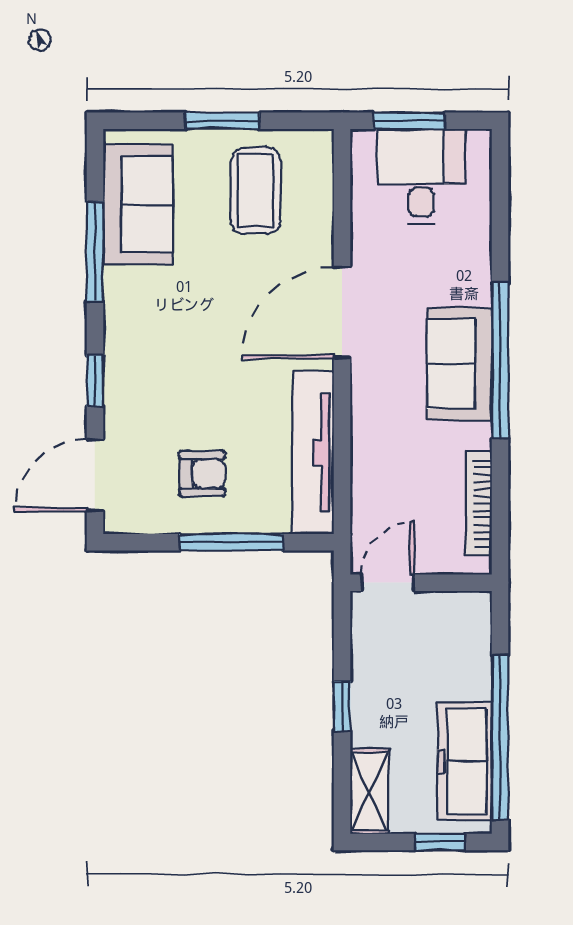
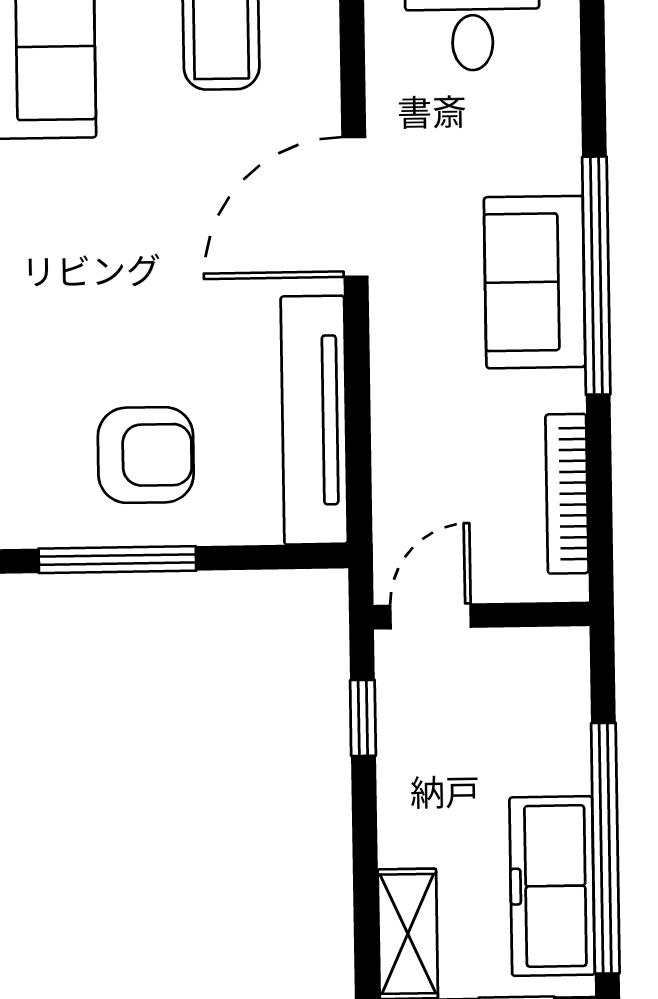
armchair: (202, 474) -> (146, 455), width x1.38, depth x1.38
window: (231, 542) -> (117, 560), moved
window: (342, 706) -> (363, 718), moved

